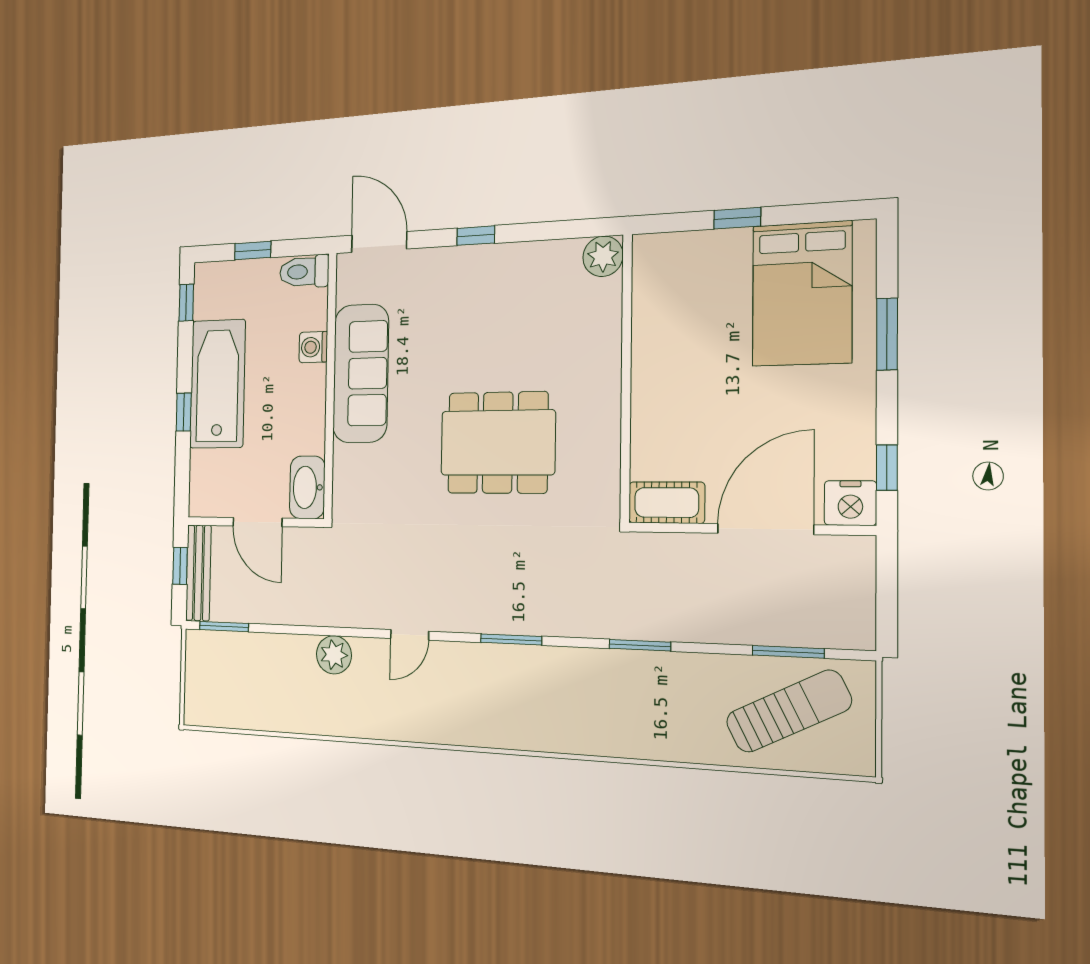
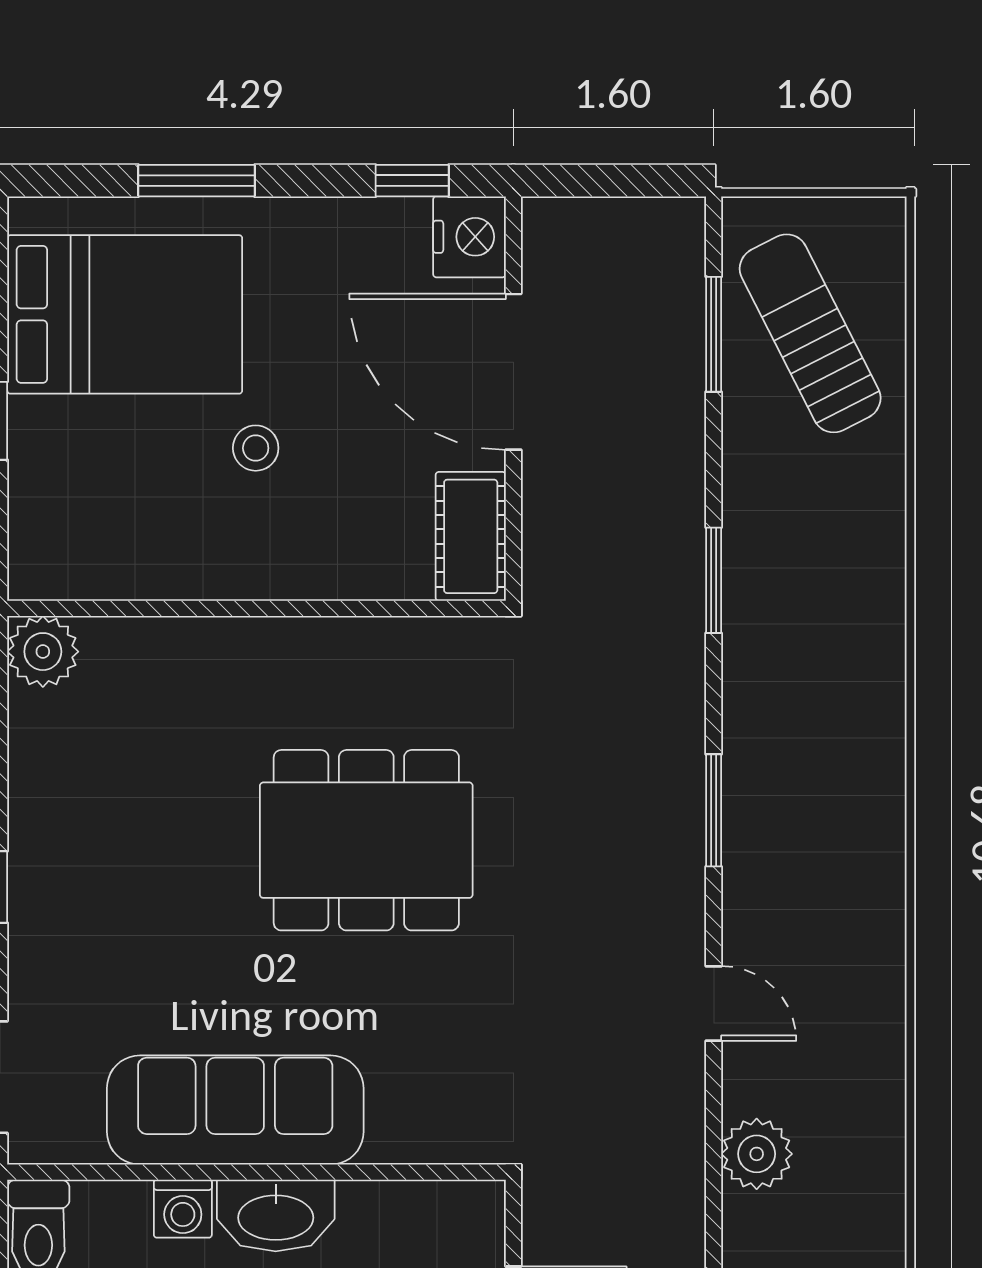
stool: (720, 375) -> (256, 448), added
dining table: (498, 443) -> (366, 840), turned 90
washbasin: (307, 487) -> (276, 1216), moved

